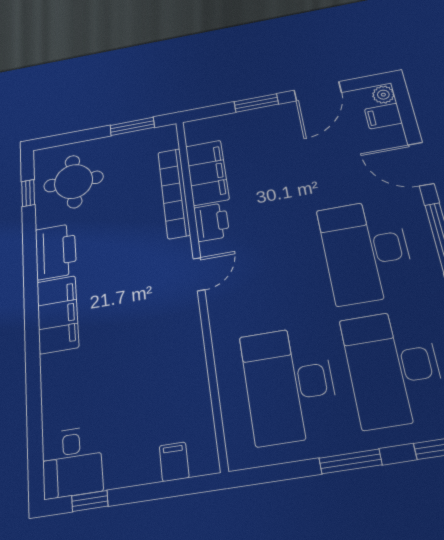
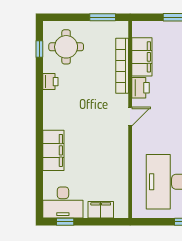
printer: (56, 251) -> (50, 82), width x0.53, depth x0.68
filing cabinet: (57, 314) -> (53, 150), moved
desk: (72, 462) -> (63, 203), width x1.37
filing cabinet: (174, 462) -> (101, 210), width x2.00

